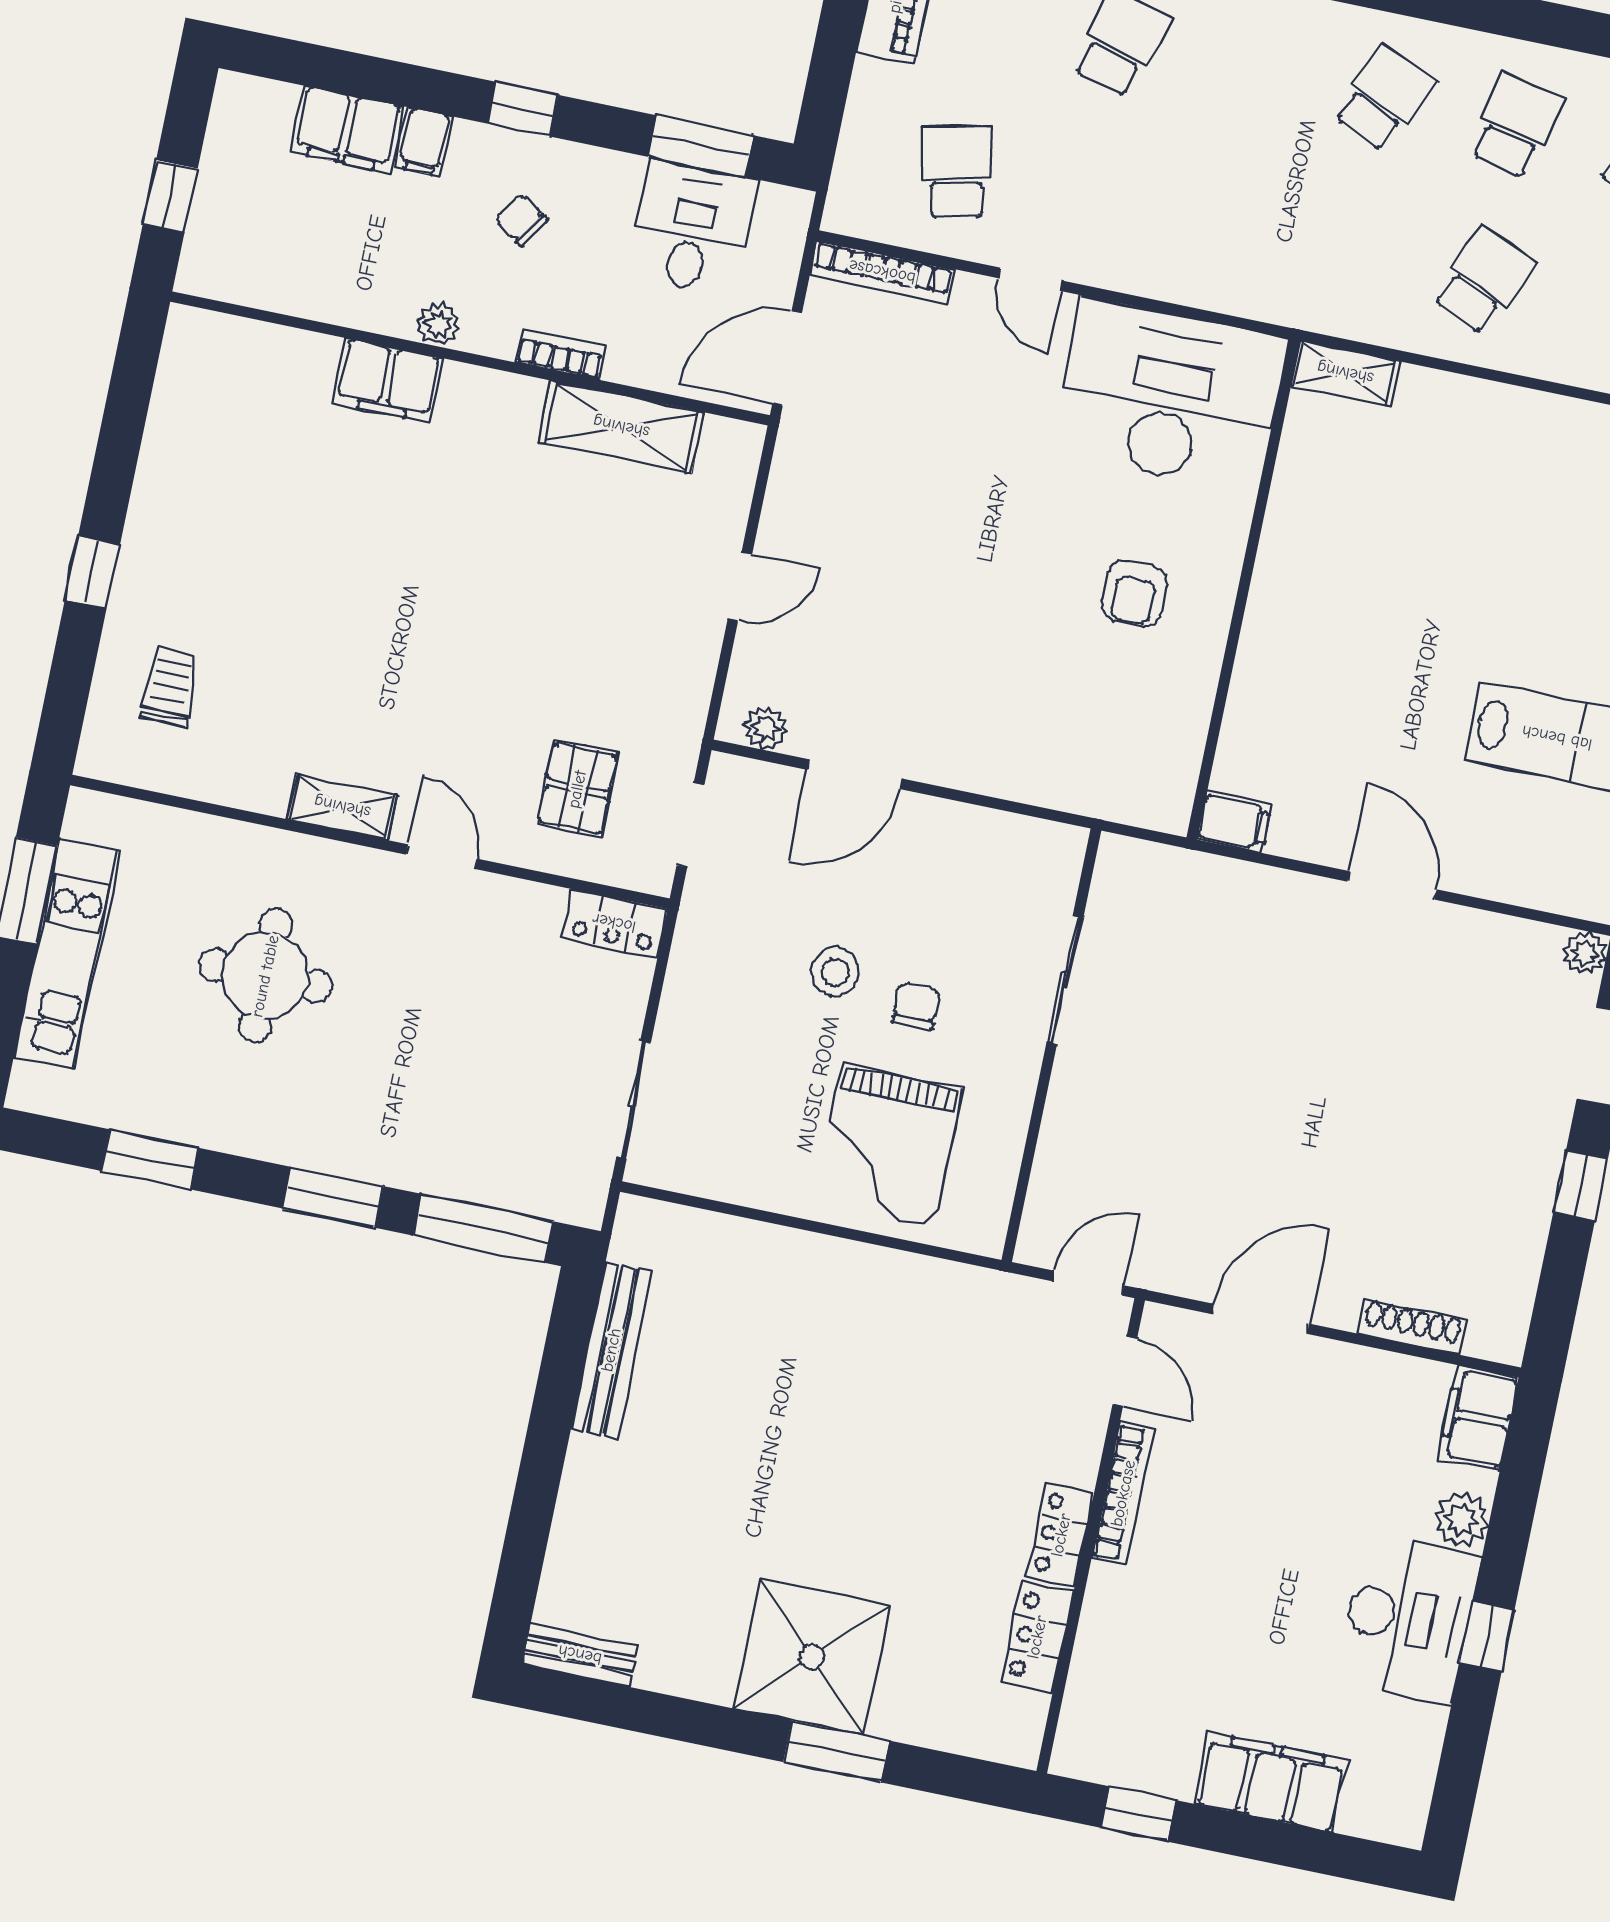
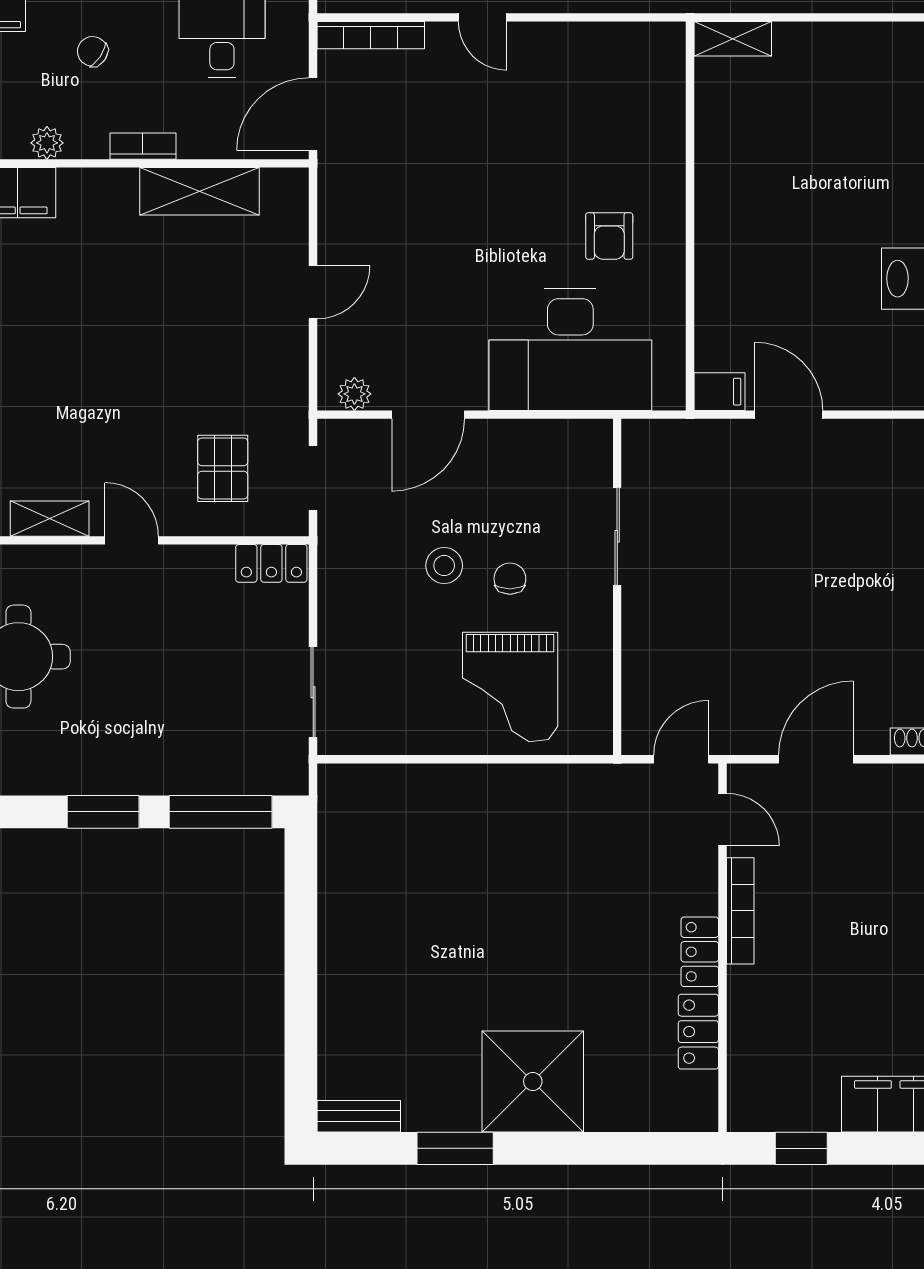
desk: (1169, 395) -> (570, 350), moved, turned 180
door: (1392, 885) -> (789, 415), moved
bench: (611, 1350) -> (335, 883), removed
window: (836, 1751) -> (455, 1148), moved

